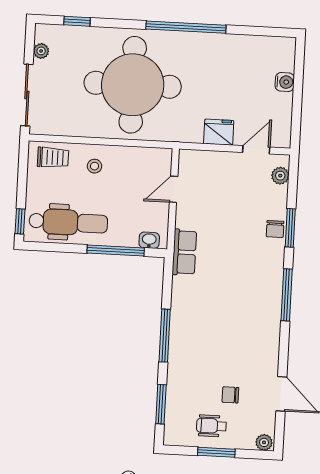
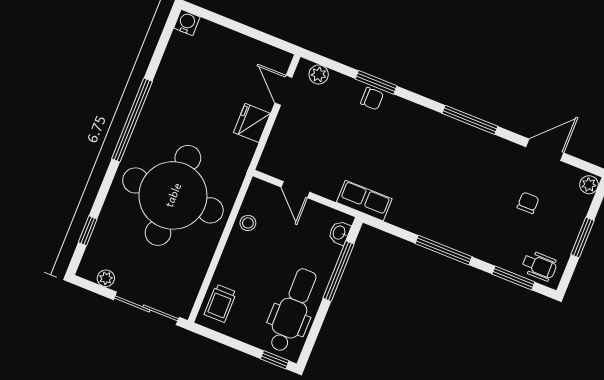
water cooler: (285, 82) -> (187, 23), moved
trolley: (53, 157) -> (220, 303), turned 180
stool: (95, 166) -> (248, 223), moved
window: (287, 295) -> (470, 120), moved
chair: (230, 395) -> (528, 203), turned 180
wheelchair: (211, 426) -> (539, 266), moved, turned -90

